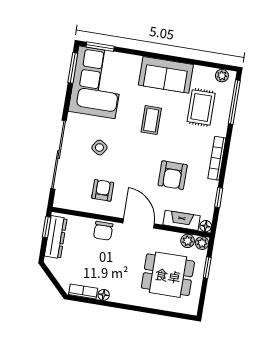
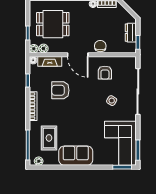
coffee table: (151, 120) -> (81, 124), removed
armchair: (173, 175) -> (60, 90), turned -90
dresser: (56, 237) -> (131, 33), width x0.70

